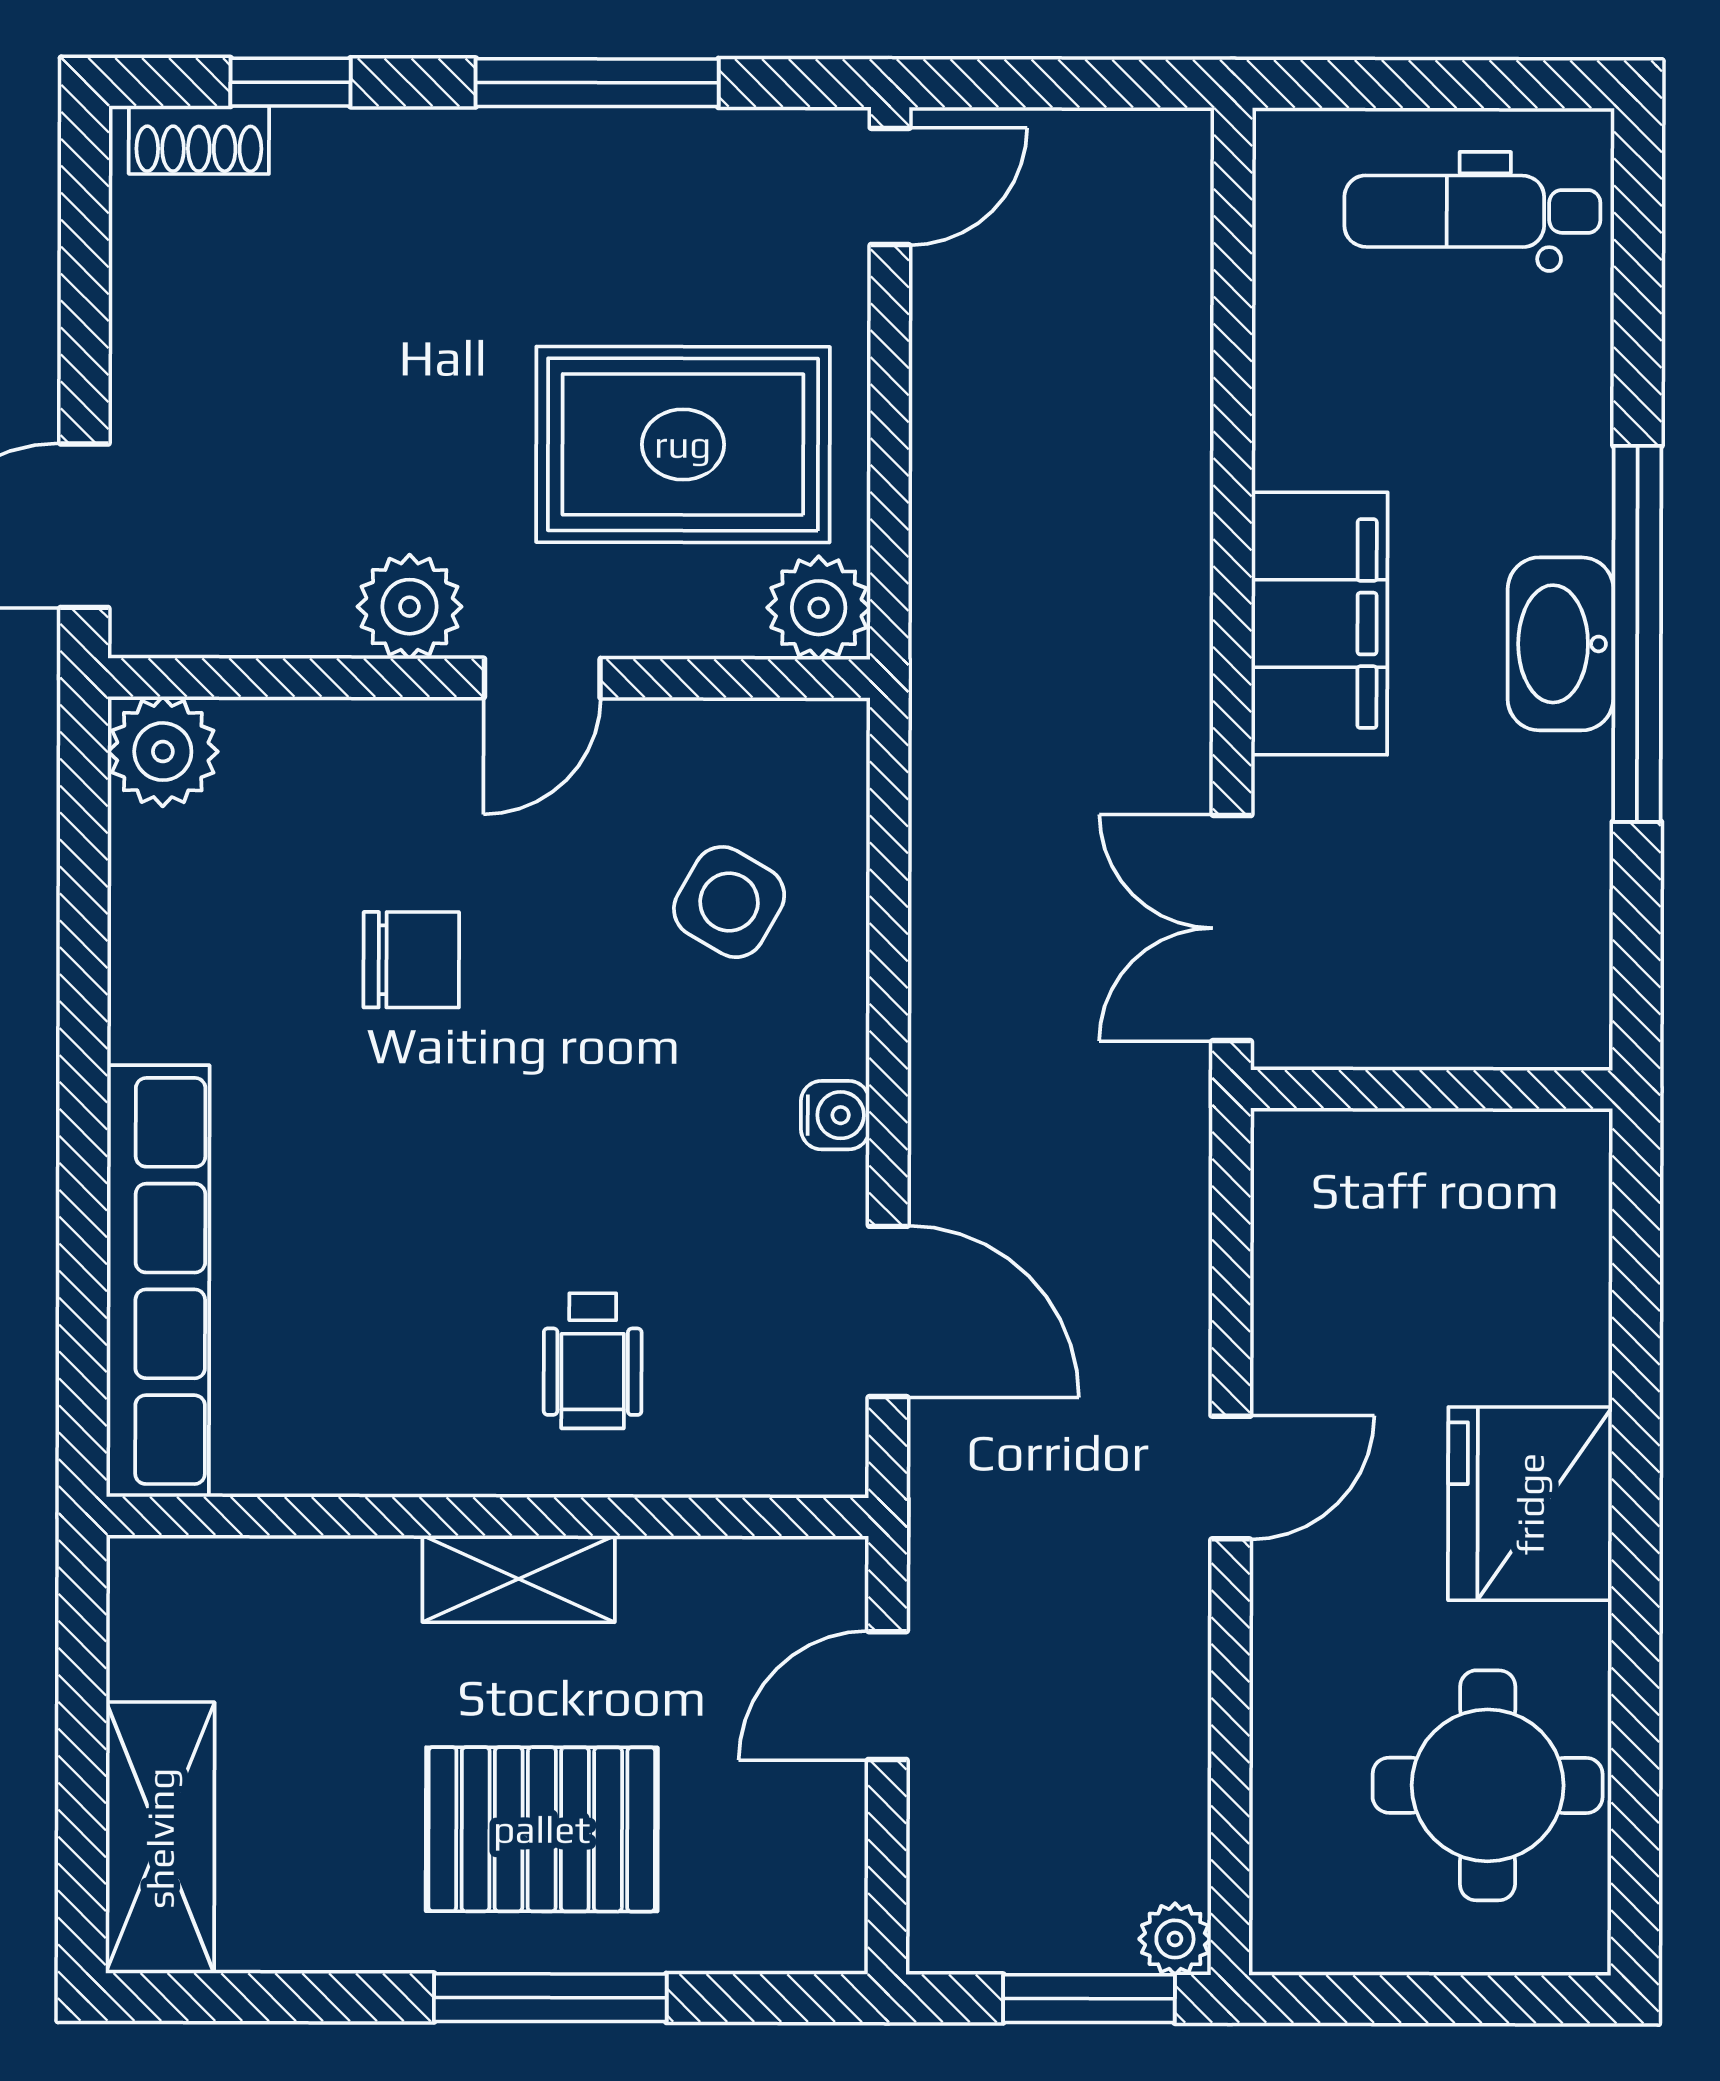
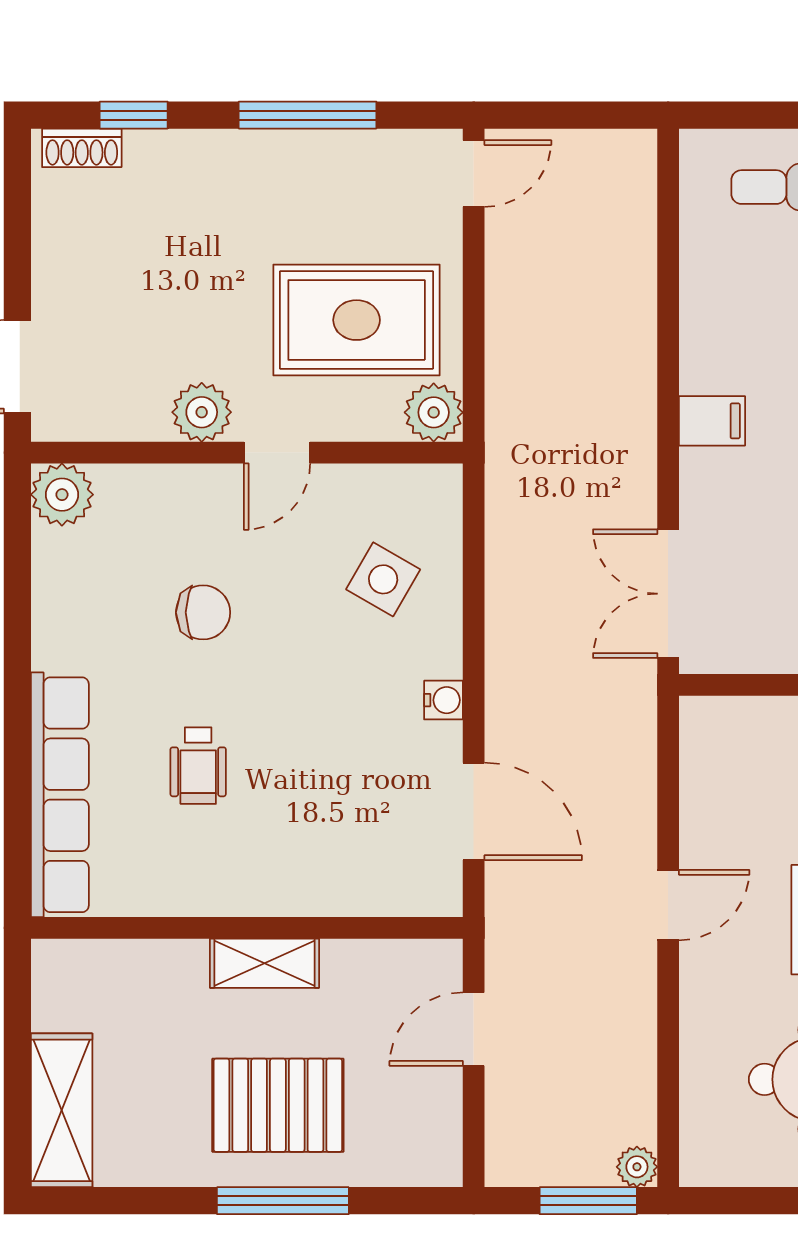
filing cabinet: (1319, 624) -> (712, 421), width x0.33, depth x0.86
wheelchair: (593, 1361) -> (198, 766), moved

